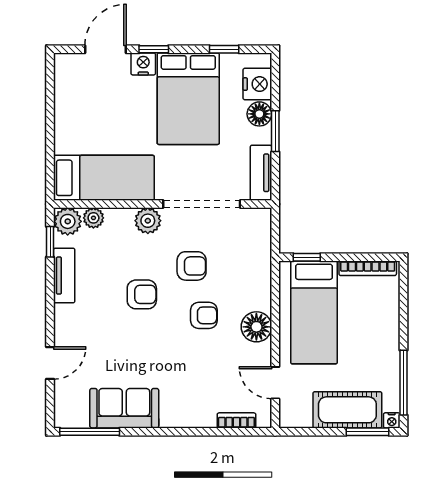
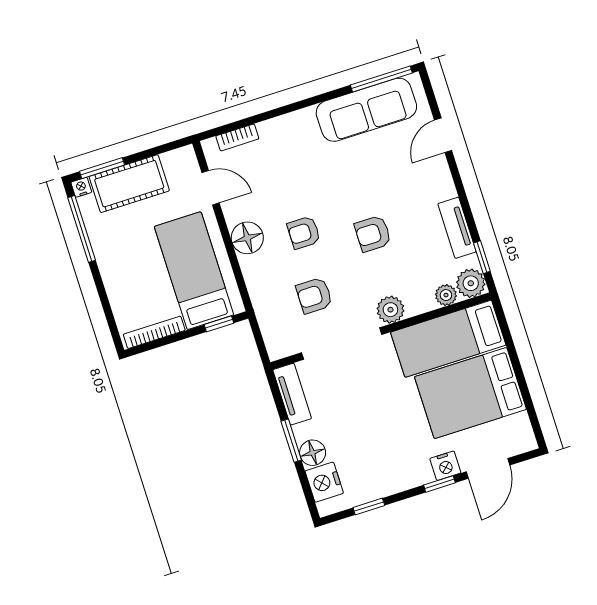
bed: (188, 99) -> (470, 393), moved, turned -90
armchair: (192, 266) -> (314, 296), moved
sofa: (124, 408) -> (366, 110), width x1.36

